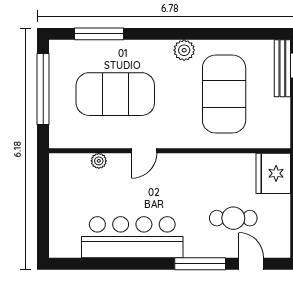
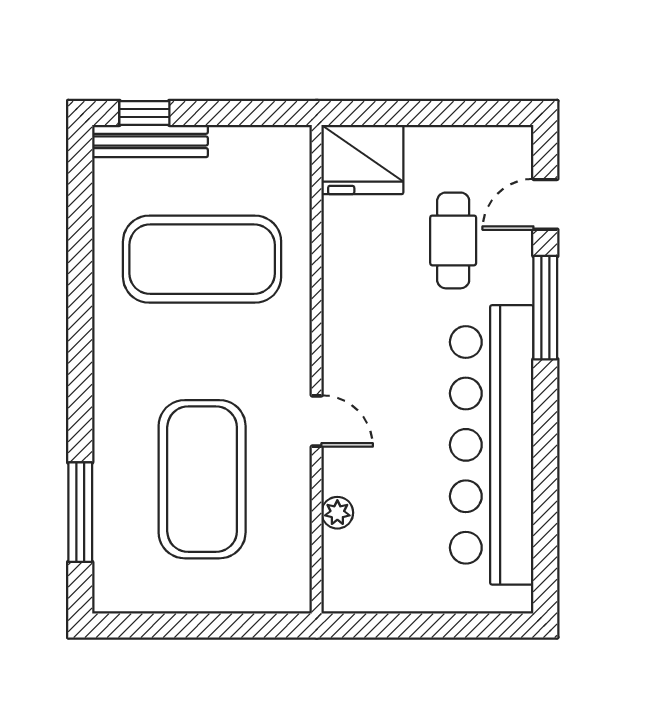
plant: (184, 50) -> (113, 340), removed
window: (43, 89) -> (192, 625), removed
bar counter: (132, 237) -> (492, 445), width x1.36

